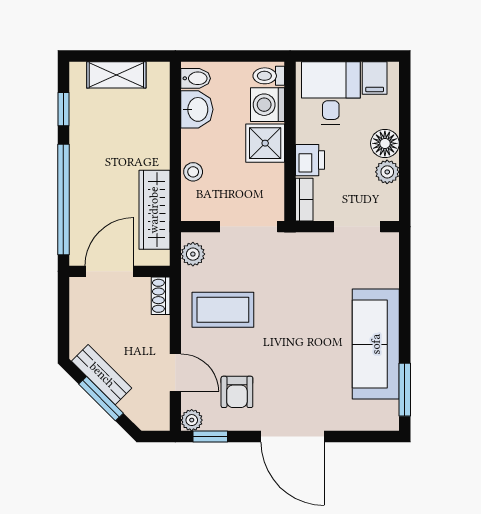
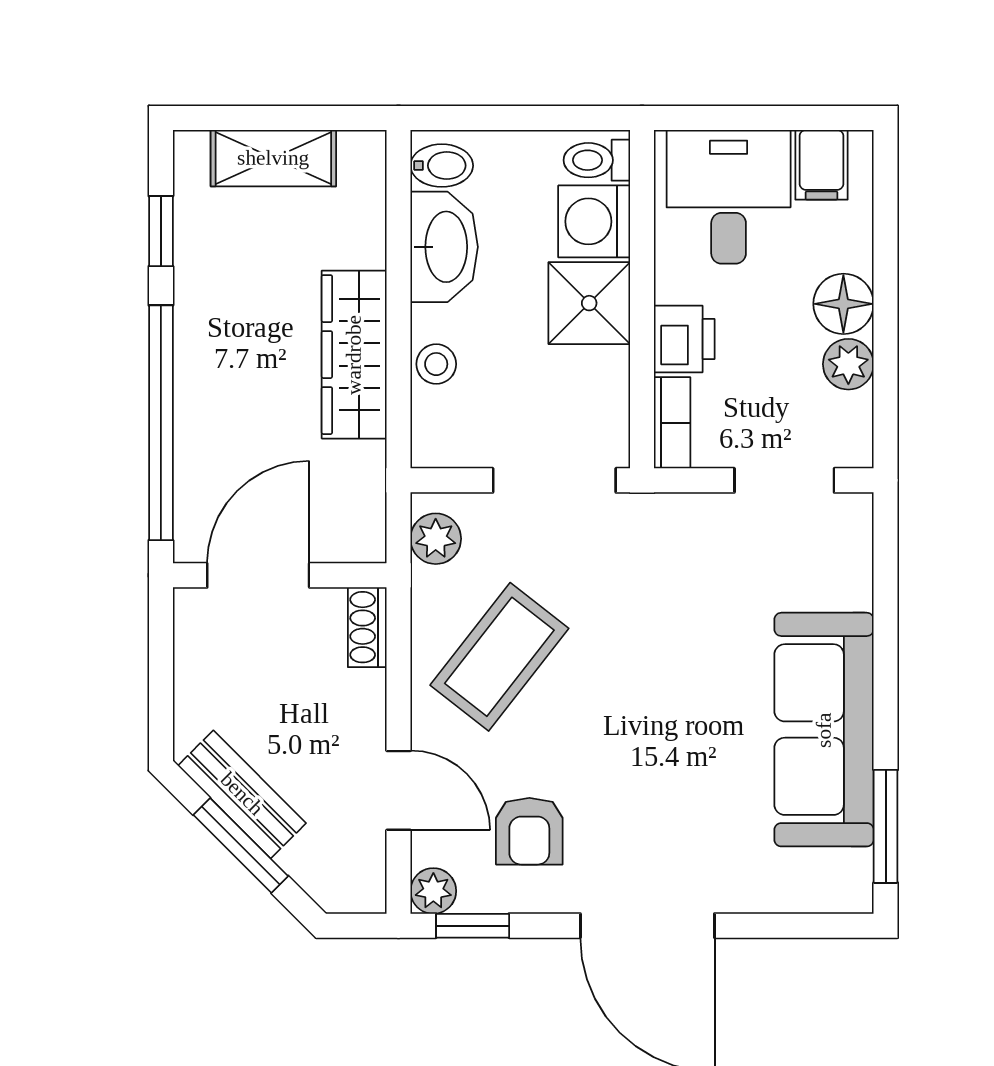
washbasin: (197, 109) -> (444, 247), width x1.38
wardrobe: (154, 210) -> (354, 355), moved
coffee table: (223, 310) -> (499, 657), turned -52

